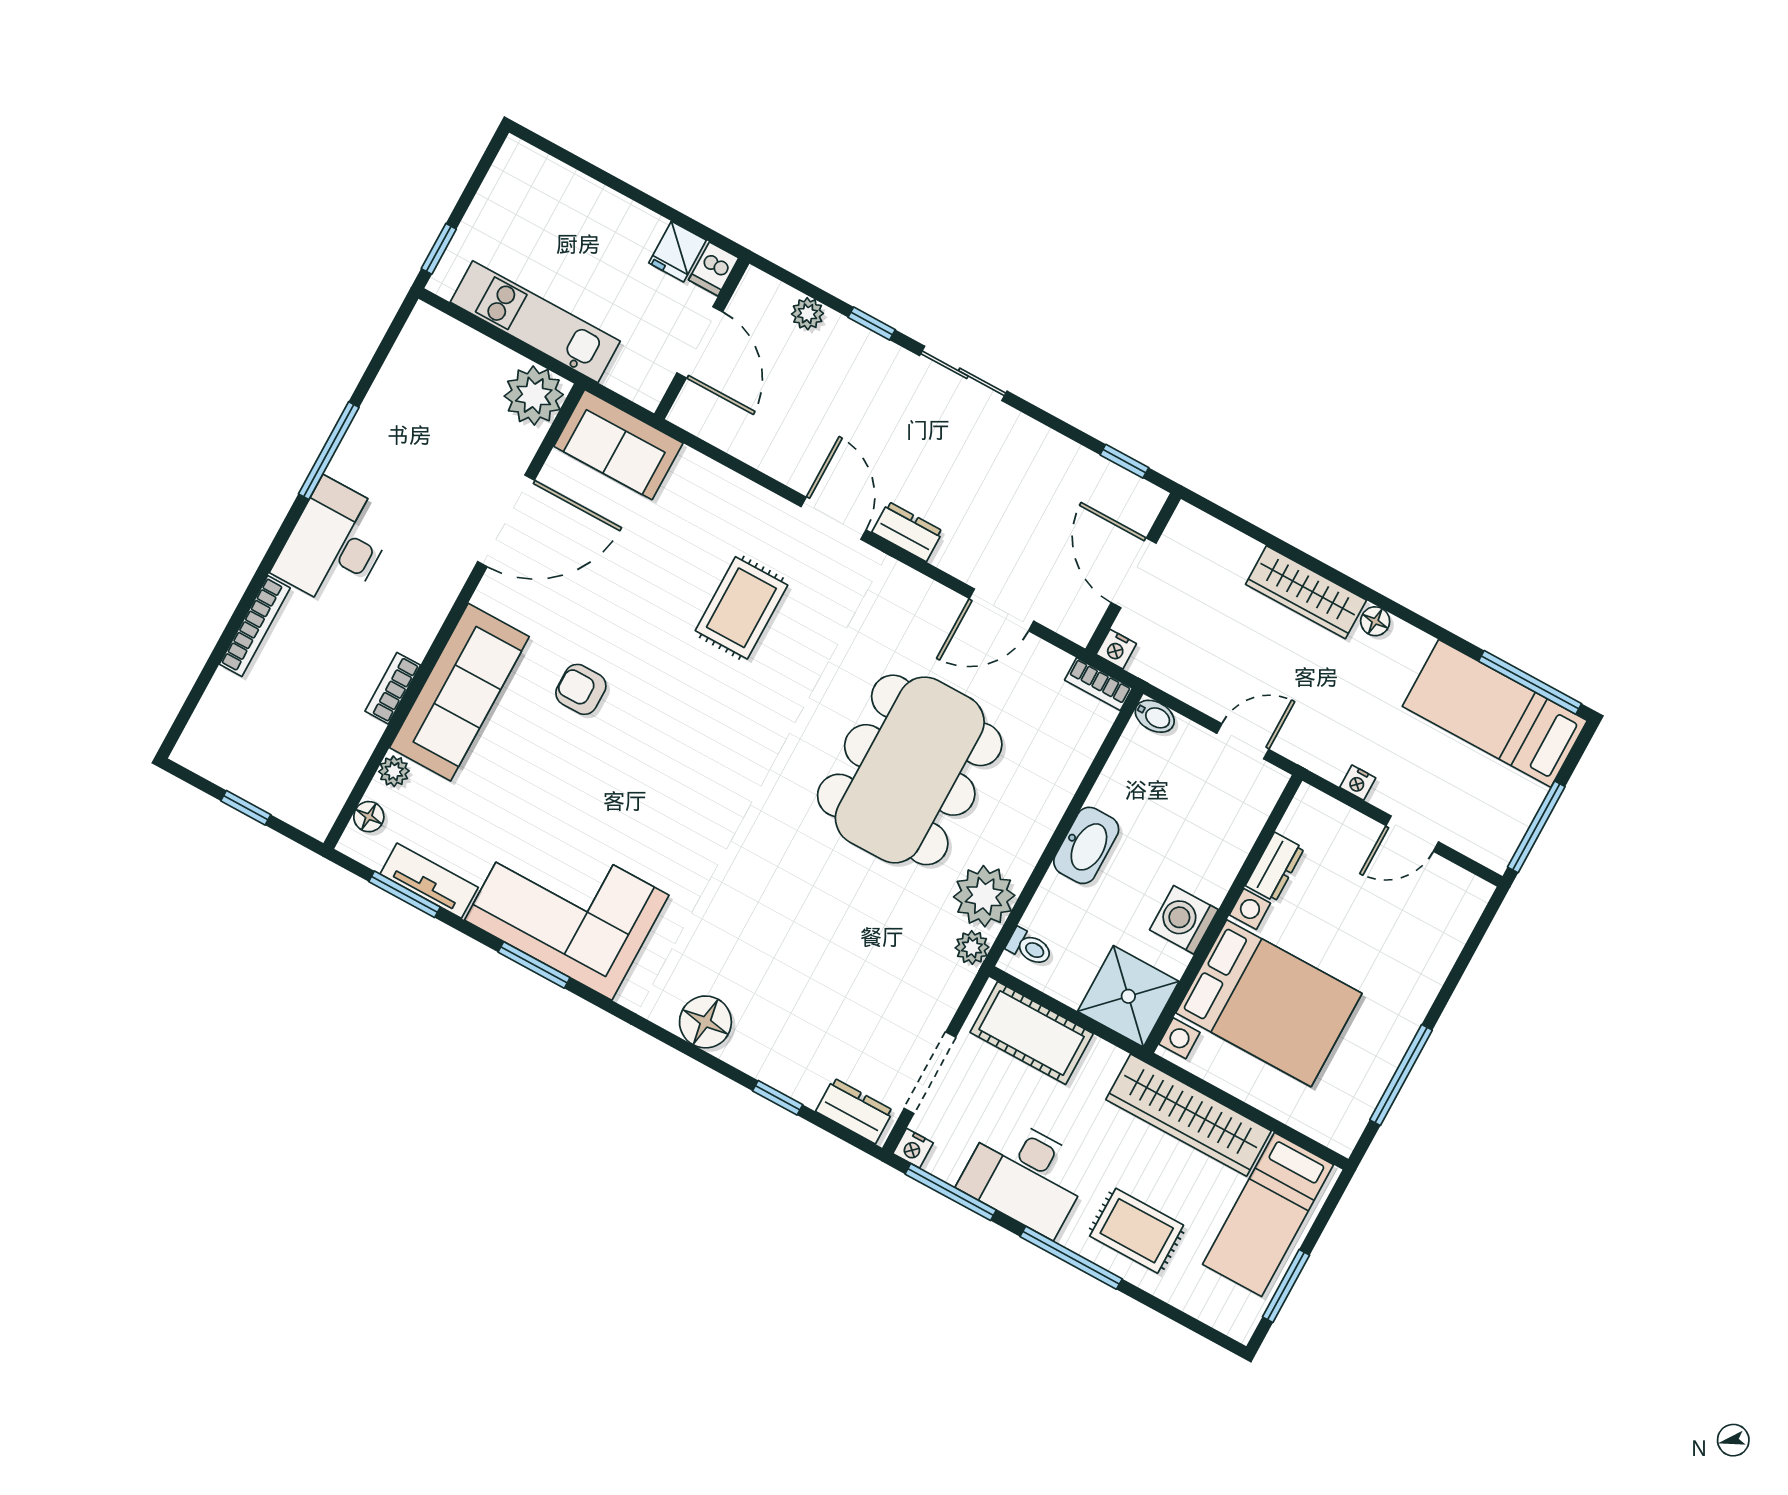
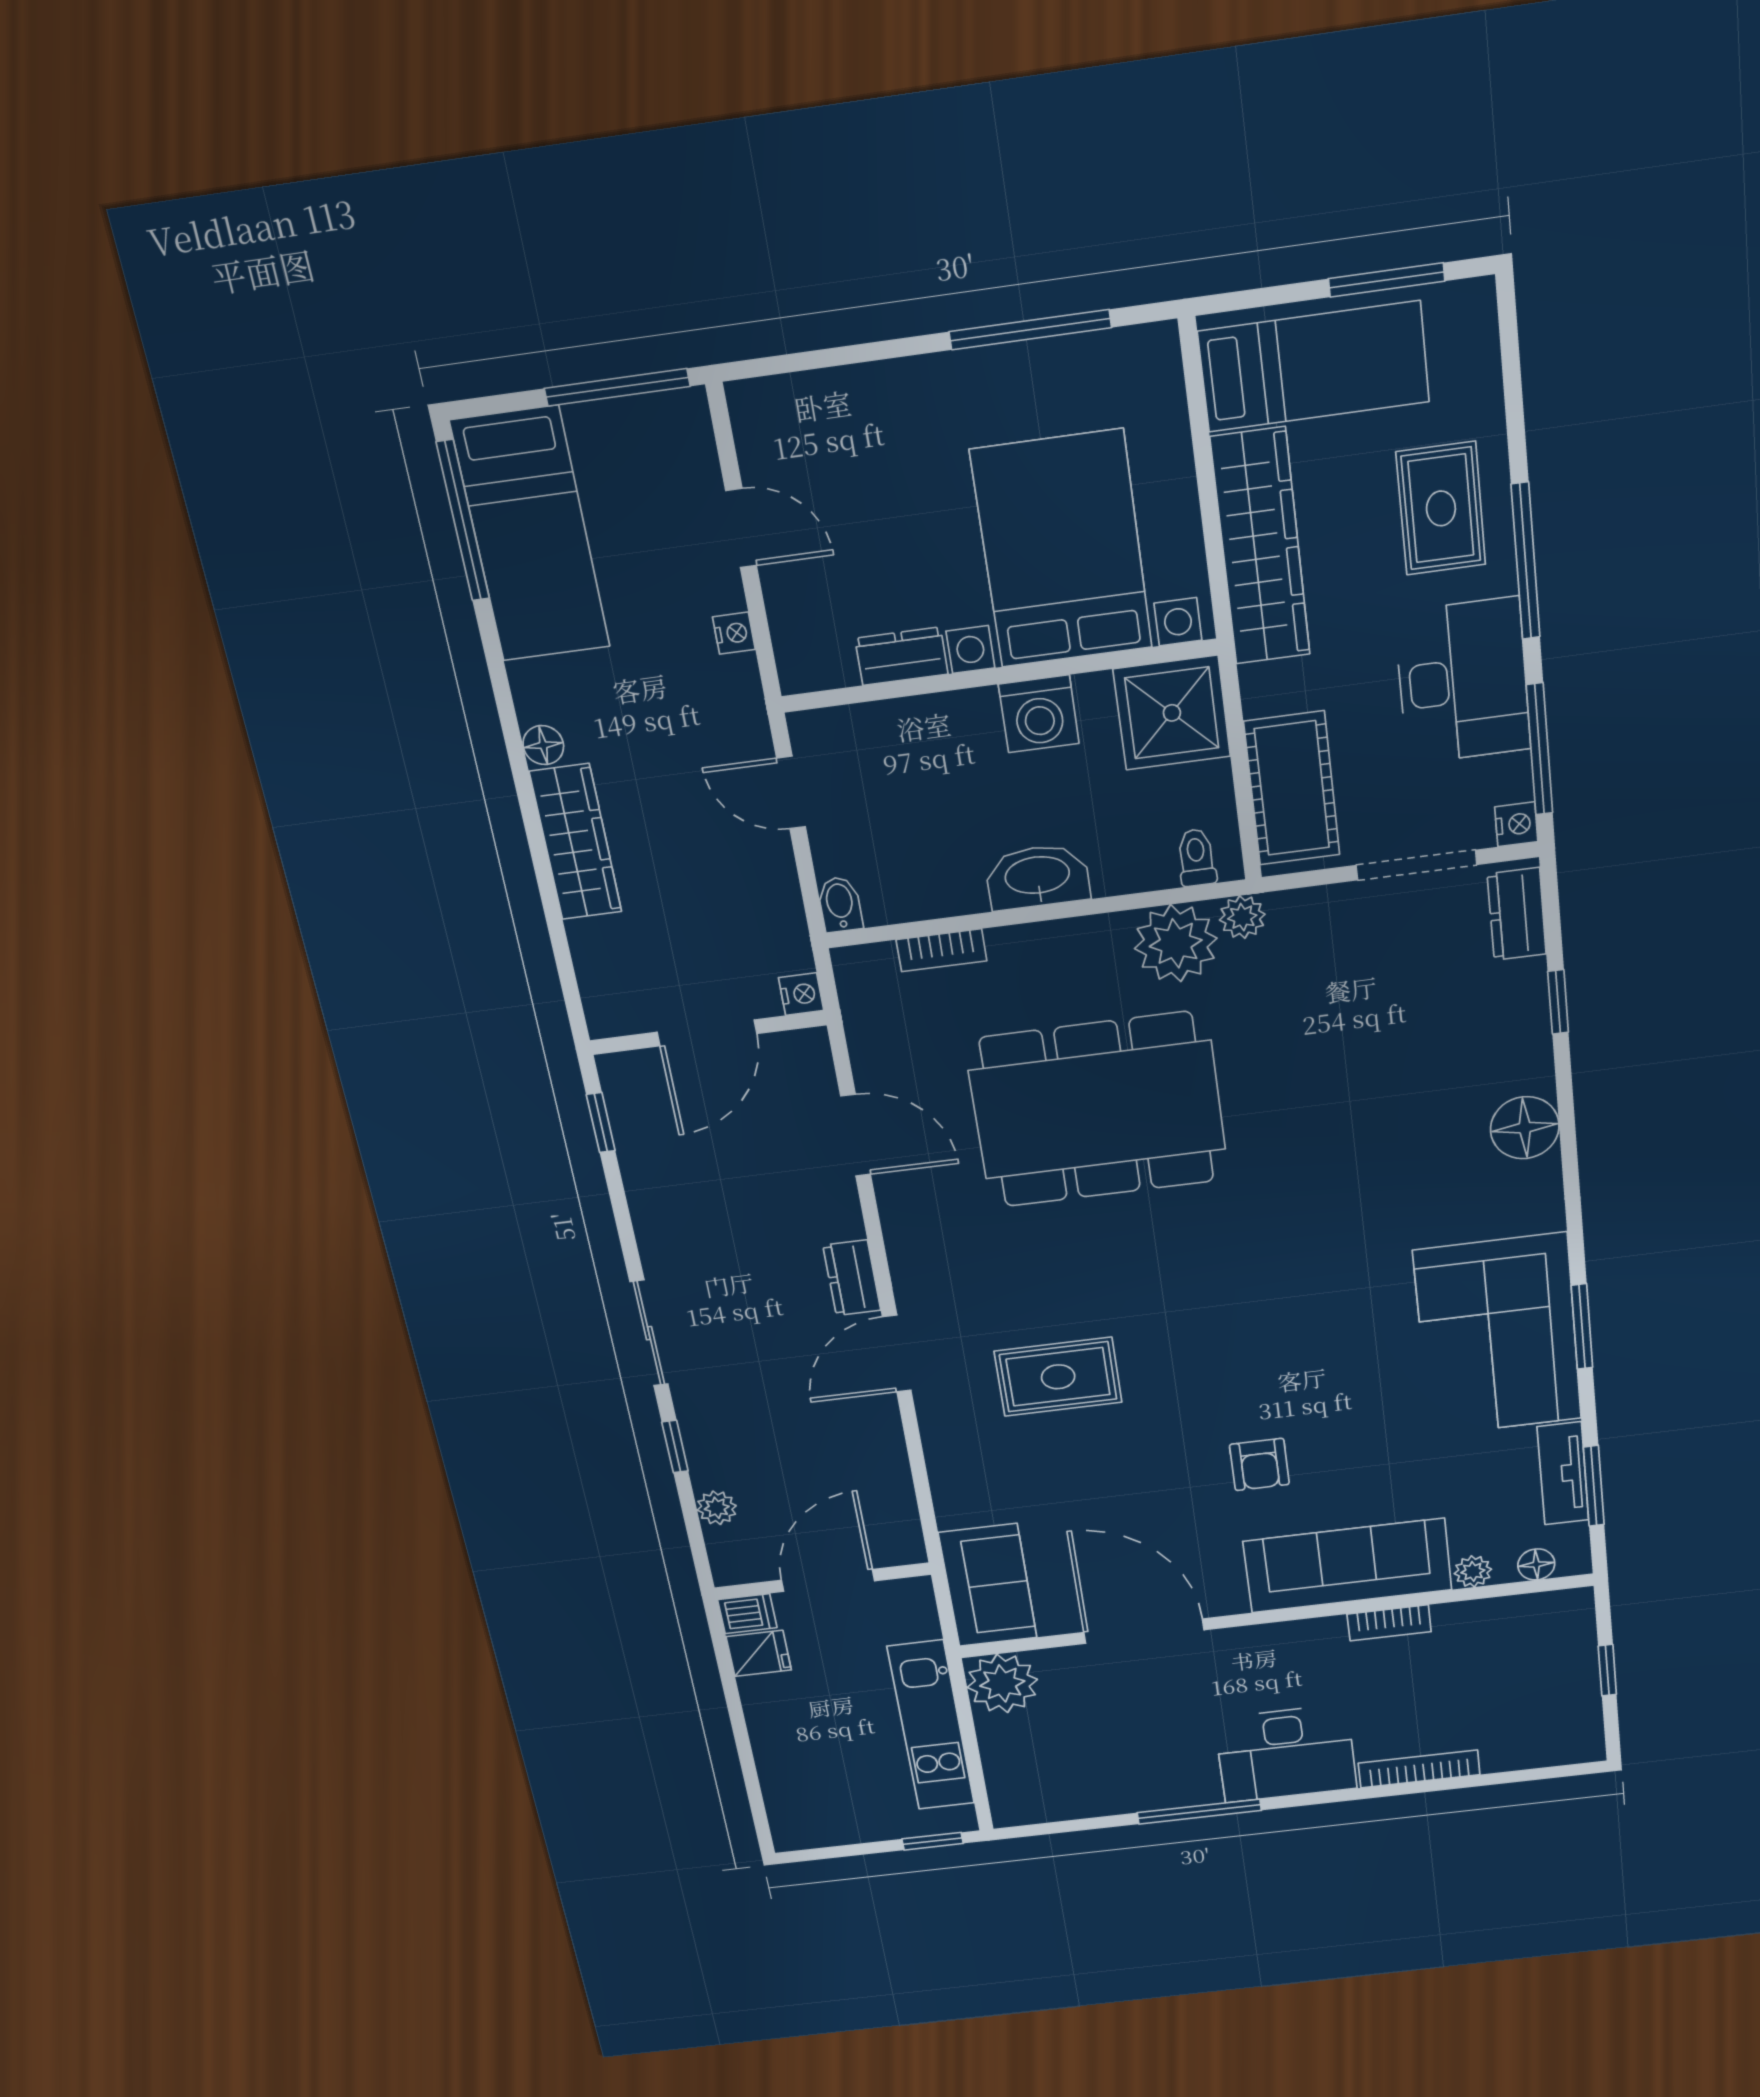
bookcase: (1099, 684) -> (942, 950), moved, turned 90

